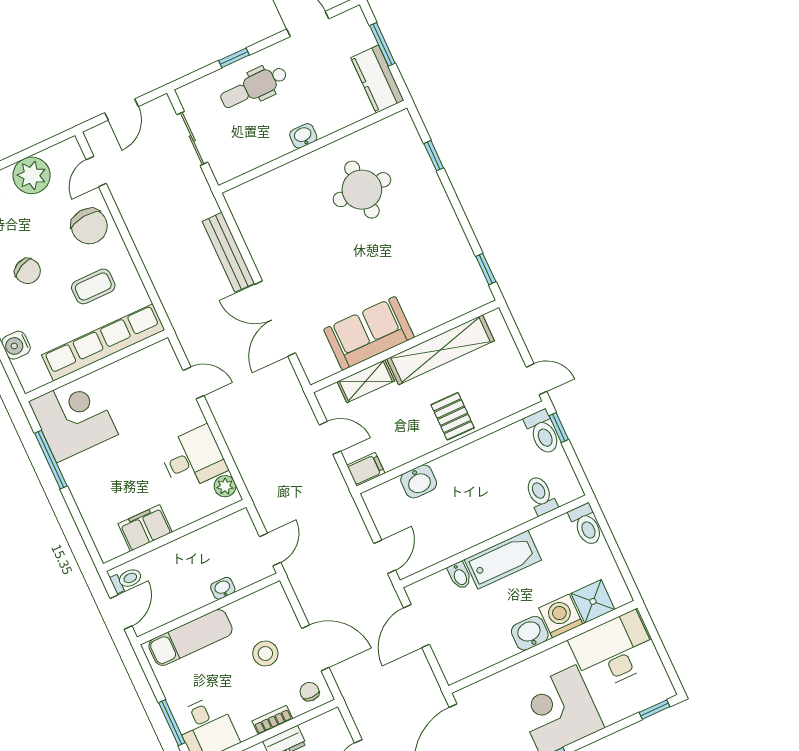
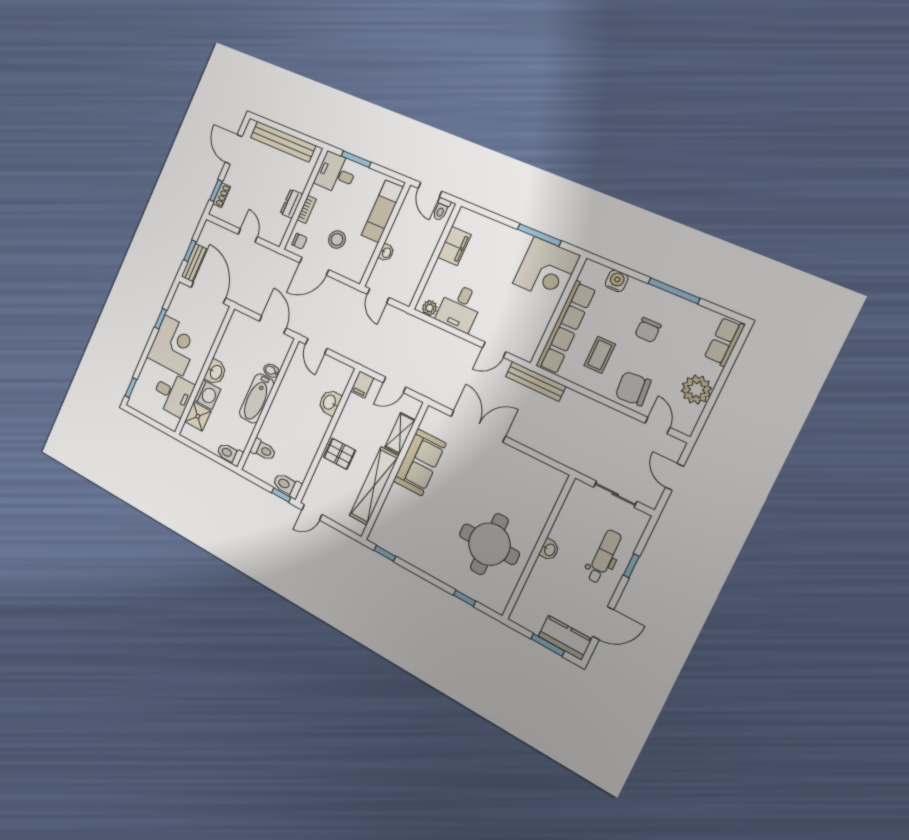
kitchen counter: (377, 79) -> (565, 638), moved
round table: (362, 190) -> (489, 544), width x1.36, depth x1.36
bench: (228, 252) -> (536, 381), moved
chair: (28, 271) -> (648, 330), turned -64
desk: (614, 651) -> (173, 394), width x0.73

